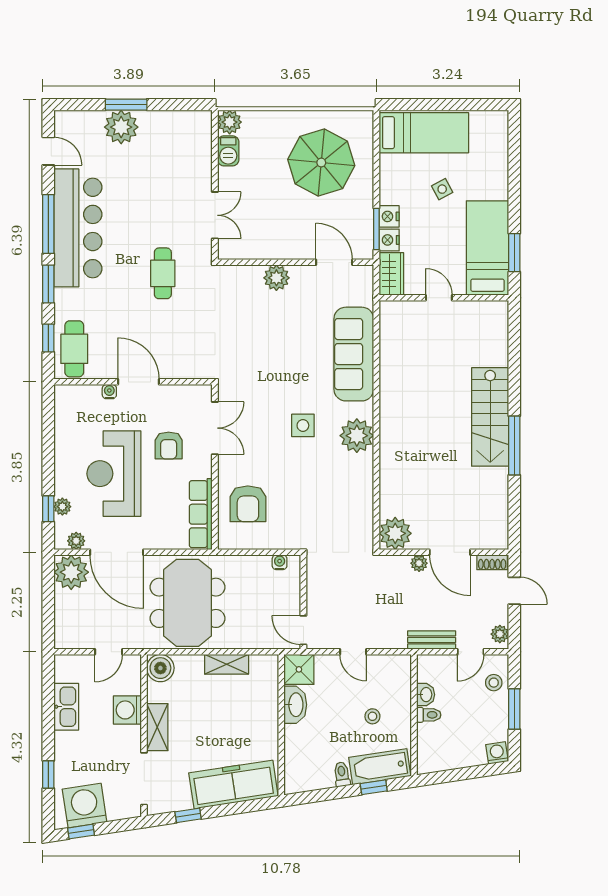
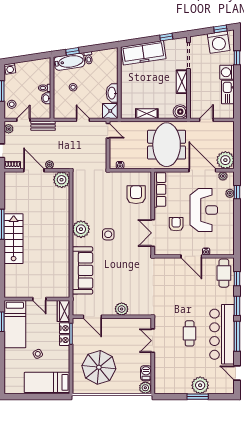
cafe table: (163, 273) -> (190, 333), moved
washing machine: (127, 710) -> (227, 72), moved, turned 180

